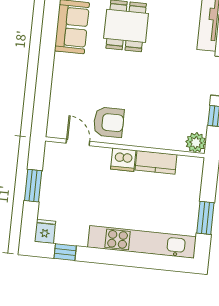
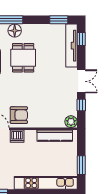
dishwasher: (123, 160) -> (17, 136), moved
kitchen counter: (156, 162) -> (55, 136), width x1.50

